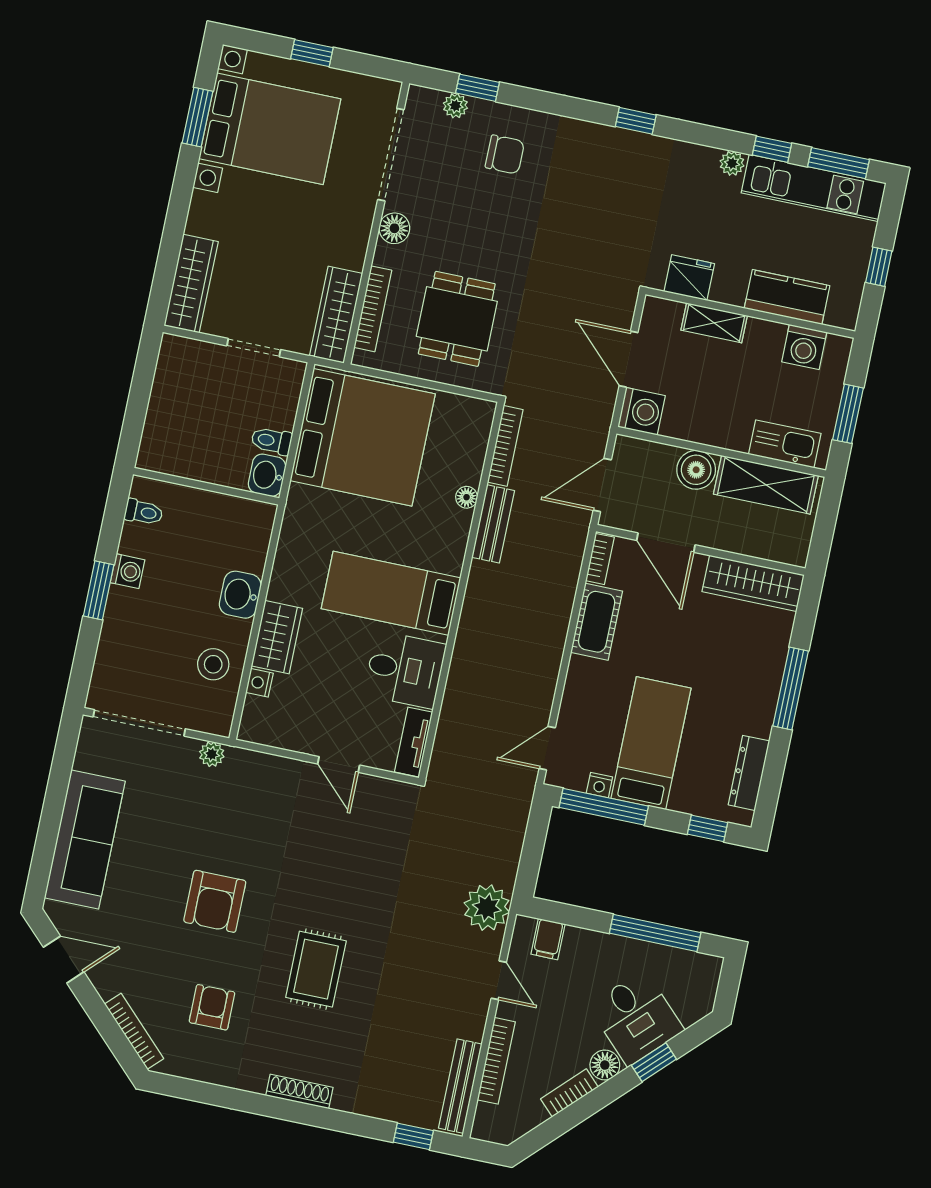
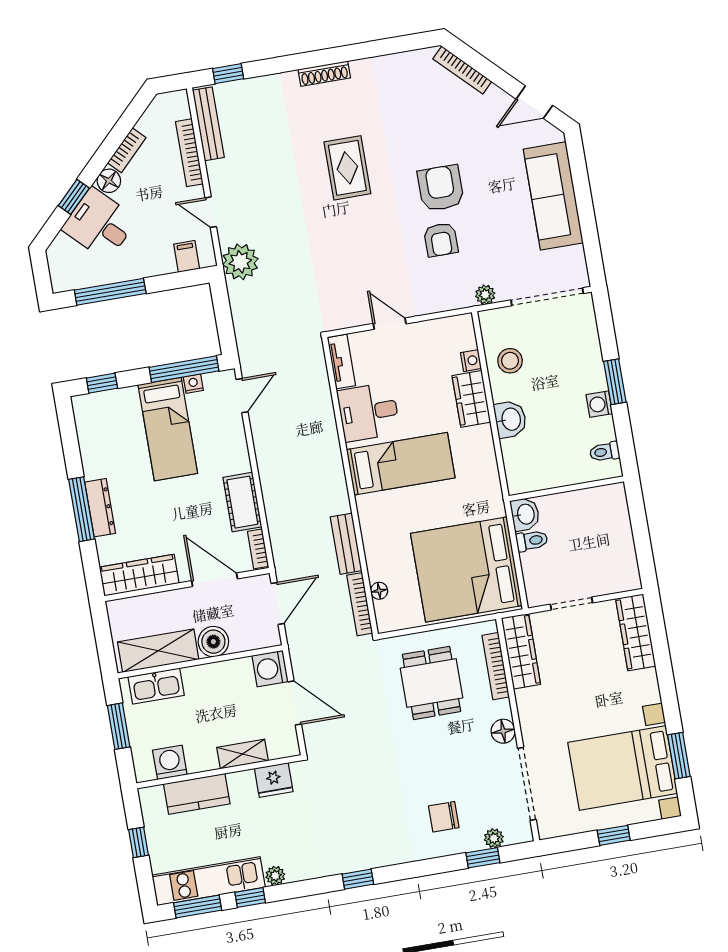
floor lamp: (467, 497) -> (379, 591), moved
dresser: (749, 773) -> (100, 508), moved
armchair: (212, 1007) -> (441, 240), moved

